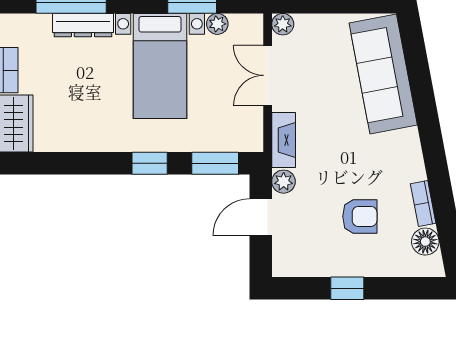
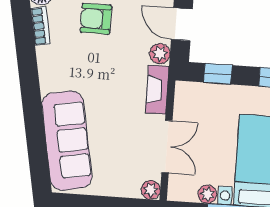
window: (215, 163) -> (218, 74), width x0.67
door: (261, 217) -> (182, 24), swing flipped

